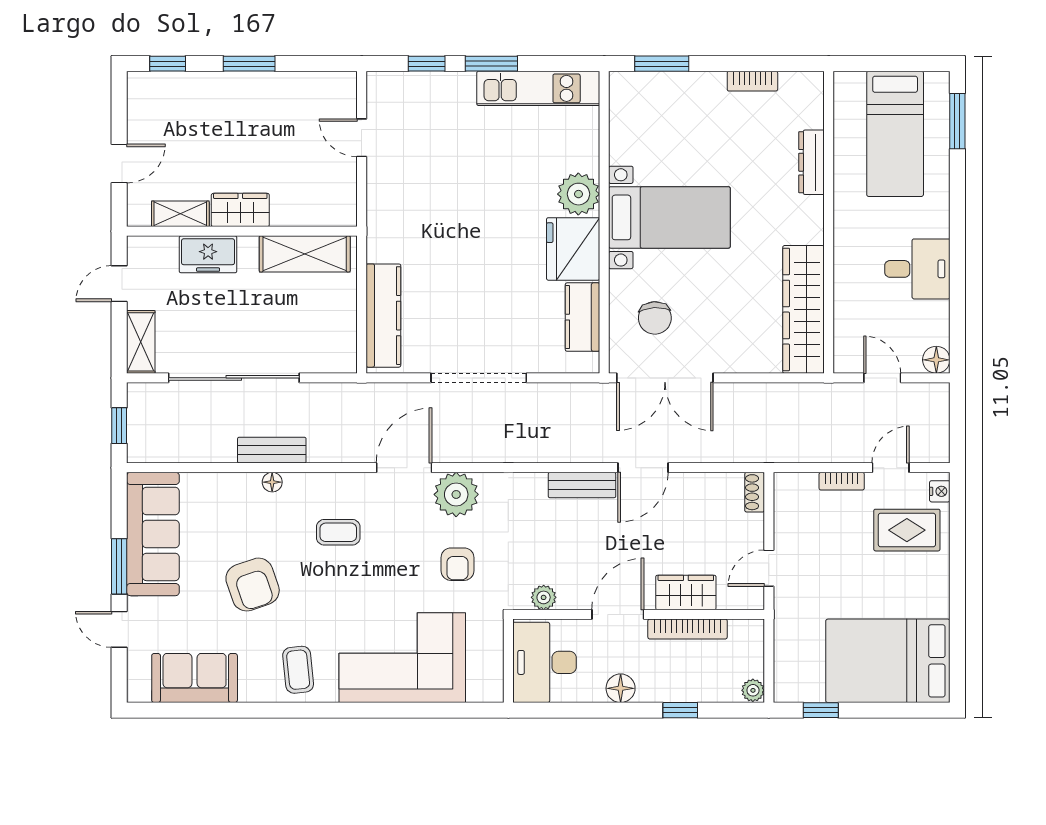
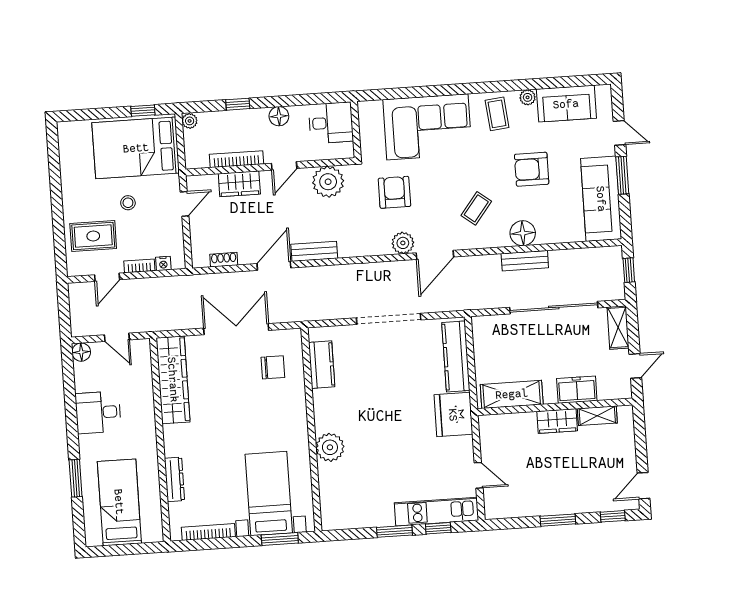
bookcase: (752, 81) -> (208, 532), width x1.56
kitchen unit: (538, 88) -> (436, 512), moved
window: (957, 121) -> (76, 478), moved
door: (119, 163) -> (643, 486), moved
bed with nightstands: (669, 217) -> (269, 494), moved, turned 90
fridge: (573, 249) -> (453, 415), moved, turned 180
chair: (655, 318) -> (273, 367), turned 93
double door: (665, 378) -> (236, 329), moved
floor lamp: (272, 482) -> (523, 233), width x1.89, depth x1.89
nightstand: (940, 491) -> (163, 264), moved, turned -90
shoe rack: (755, 492) -> (224, 260), moved, turned -90
plant: (456, 494) -> (403, 243), width x0.73, depth x0.73
coffee table: (338, 532) -> (476, 208), turned -52
armchair: (457, 564) -> (394, 192), width x1.38, depth x1.38
stool: (852, 576) -> (128, 203), added
armchair: (253, 585) -> (532, 169), turned -71
plant: (544, 597) -> (328, 182), width x1.88, depth x1.88
door: (618, 614) -> (284, 166), width x0.73
bed: (888, 661) -> (136, 148), moved, turned 180
desk: (544, 662) -> (331, 123), width x0.73
plant: (251, 691) -> (528, 97), added

